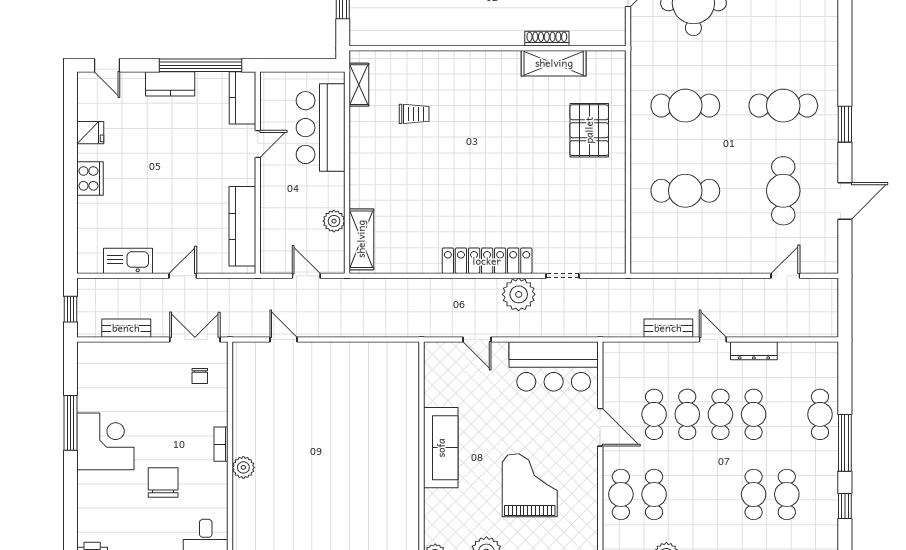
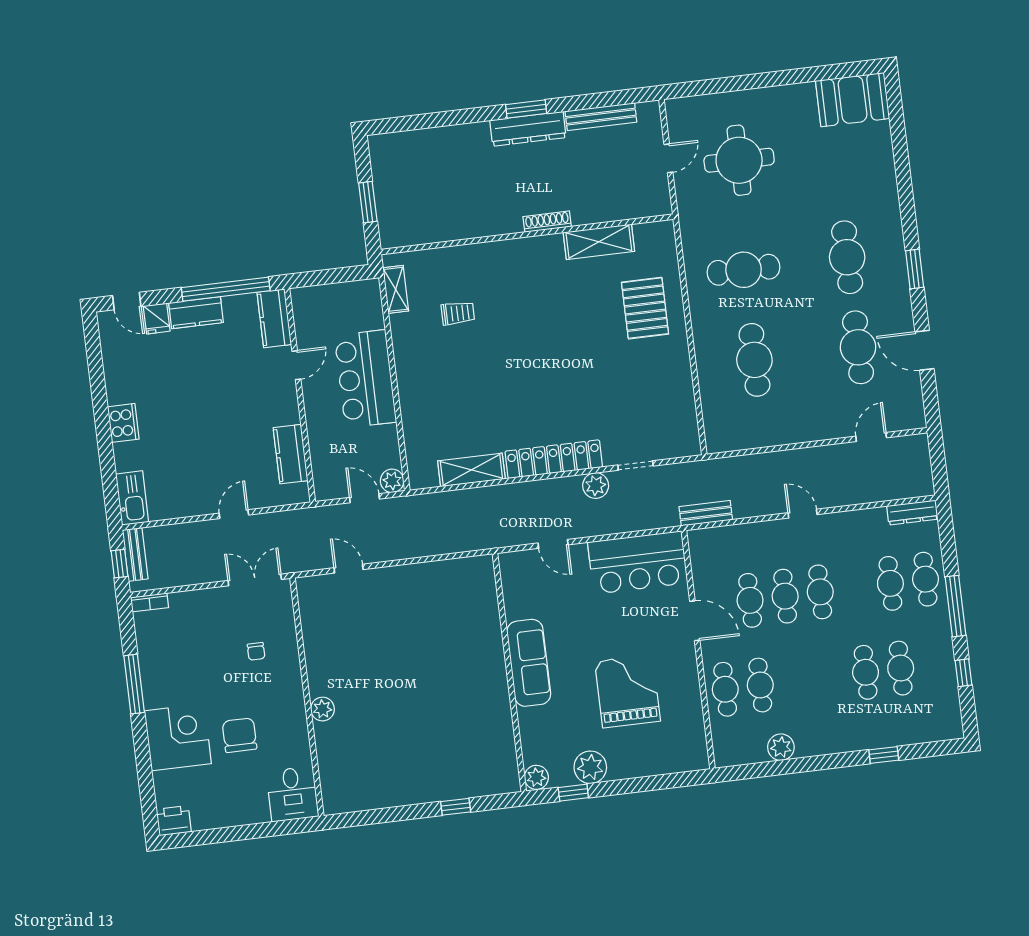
shoe rack: (547, 39) -> (547, 222), moved
cafe table: (783, 106) -> (847, 257), turned 90
bar counter: (321, 128) -> (365, 379), moved
fridge: (90, 133) -> (157, 319), moved, turned 90
cafe table: (685, 191) -> (754, 360), turned 90
door: (845, 201) -> (925, 350), swing flipped
plant: (334, 221) -> (392, 481), moved
kitchen counter: (242, 226) -> (291, 454), width x0.67
shelving: (361, 239) -> (471, 470), moved, turned 90
kitchen sink: (128, 261) -> (132, 498), moved, turned 90
plant: (519, 294) -> (596, 486), width x0.73, depth x0.73
bench: (126, 328) -> (135, 554), moved, turned 90
bench: (668, 328) -> (706, 513), moved
dresser: (754, 351) -> (912, 512), moved
chair: (200, 376) -> (256, 651), moved
cafe table: (754, 414) -> (890, 583), moved
corner desk: (105, 441) -> (178, 737), moved
bookcase: (221, 444) -> (150, 602), moved, turned -90

